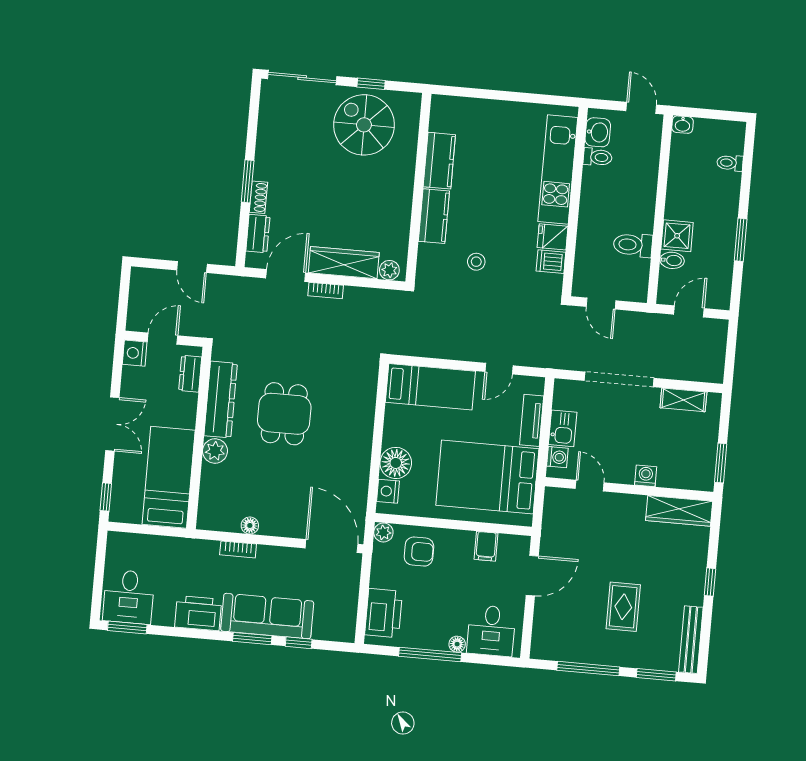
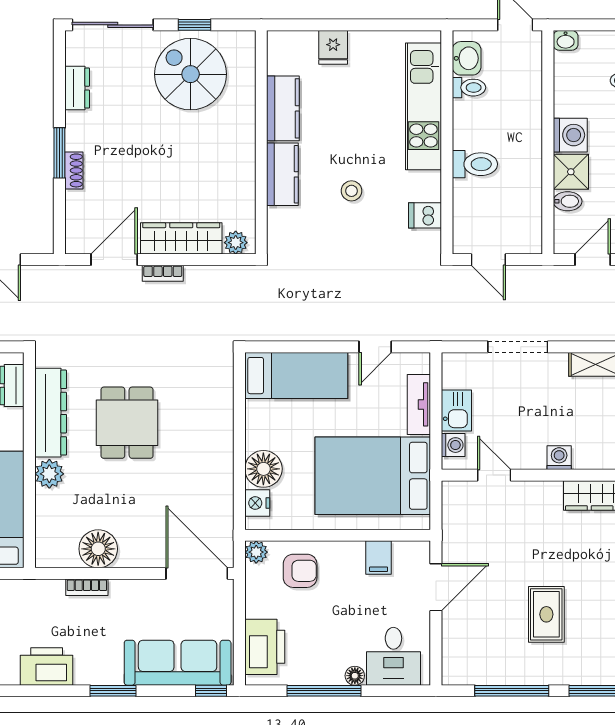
washing machine: (679, 205) -> (570, 135), added
dresser: (258, 234) -> (77, 88), moved
fridge: (553, 237) -> (333, 47), moved, turned -90
toilet: (633, 245) -> (475, 164), moved, turned 180
stool: (476, 262) -> (352, 191), moved
doorway: (619, 379) -> (518, 347), width x0.73
floor lamp: (250, 525) -> (98, 549), width x1.89, depth x1.89
sofa: (267, 616) -> (178, 663), moved
window: (299, 643) -> (211, 691), moved

